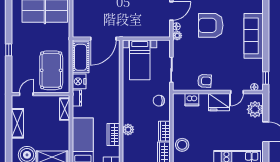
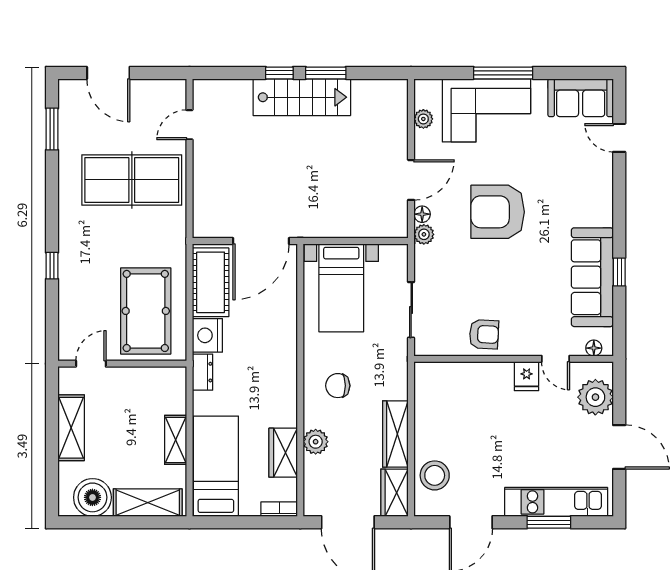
sofa: (254, 36) -> (592, 277), moved
window: (266, 78) -> (619, 272), moved
door: (237, 92) -> (555, 359), hinge flipped
dishwasher: (192, 100) -> (456, 376), removed
chair: (159, 101) -> (338, 386), moved
fridge: (219, 102) -> (527, 376), width x0.53, depth x0.75
shelving: (65, 109) -> (176, 440), moved
wardrobe: (164, 131) -> (395, 434), width x1.50

